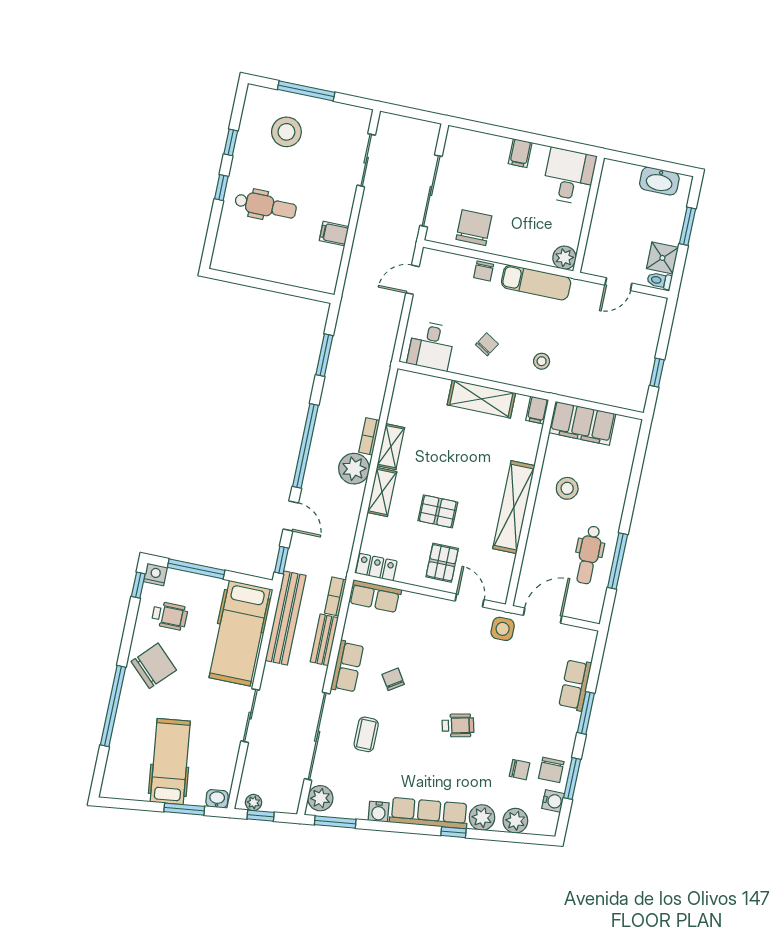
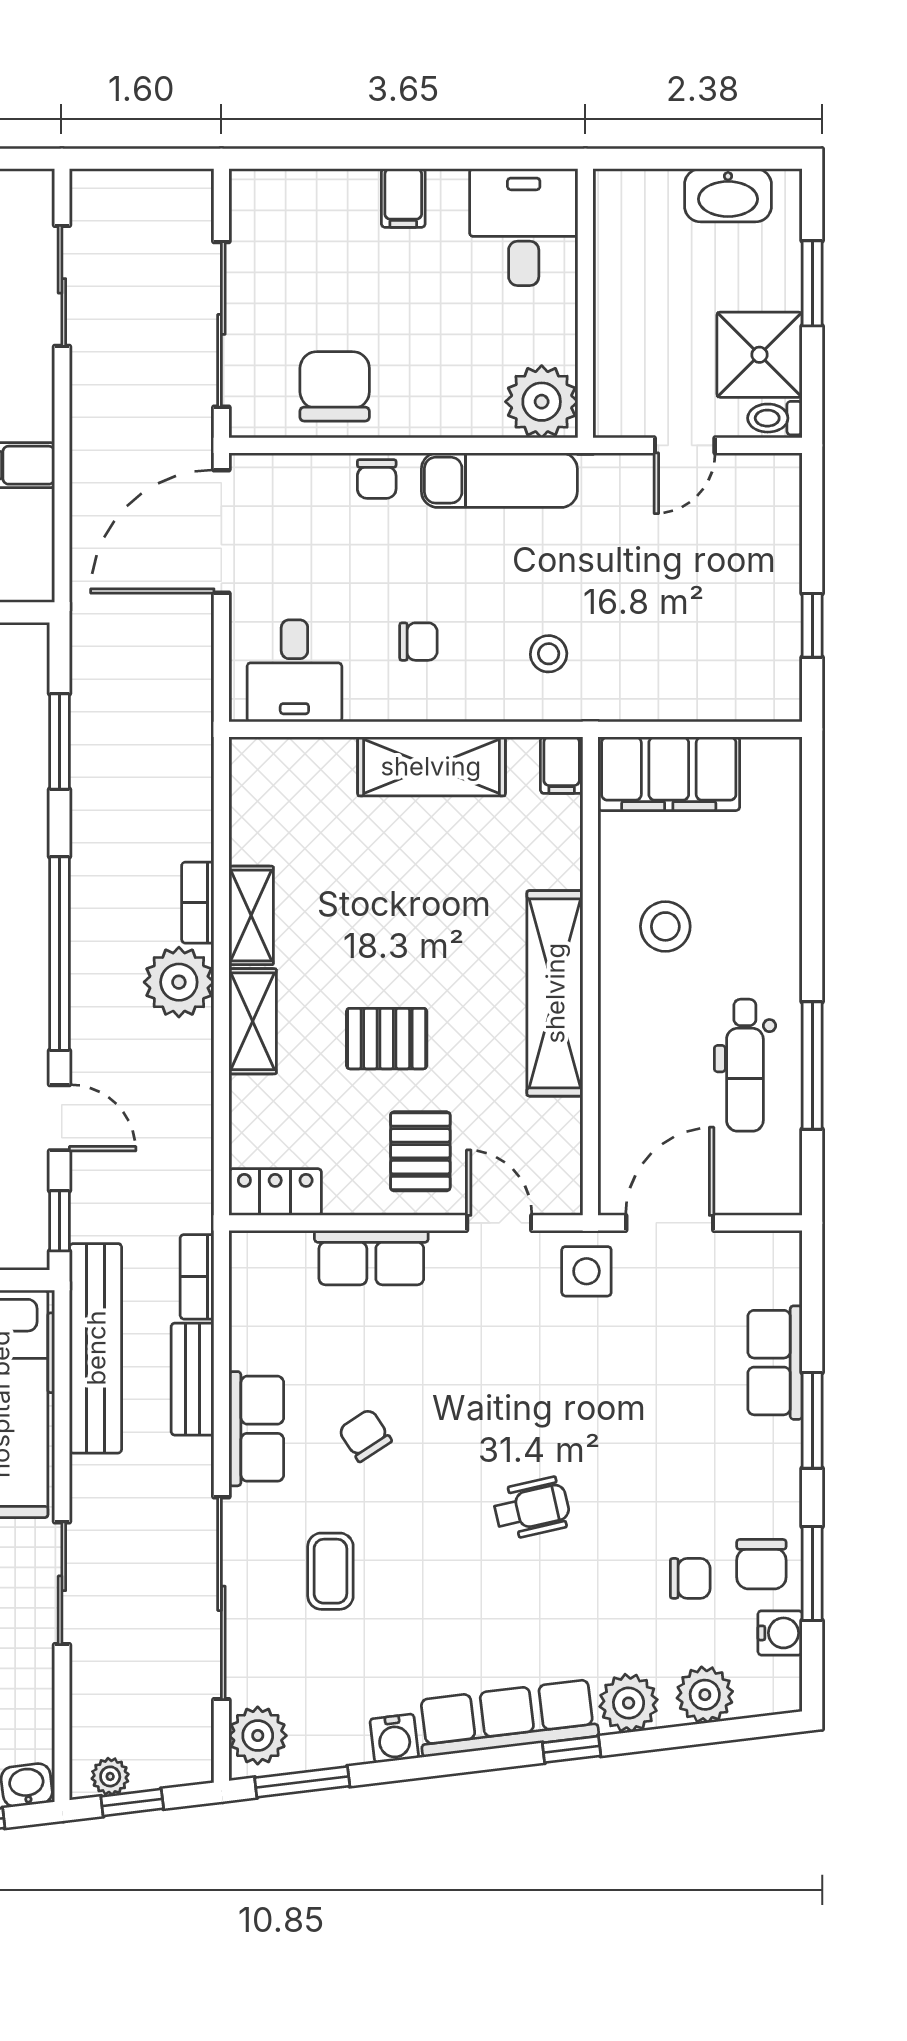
plant: (564, 258) -> (542, 402), width x1.36, depth x1.36
shower: (662, 258) -> (759, 355), width x1.36, depth x1.36
door: (412, 280) -> (221, 532), width x1.88
chair: (487, 344) -> (418, 642), turned 58
row of seats: (375, 596) -> (371, 1258), moved

